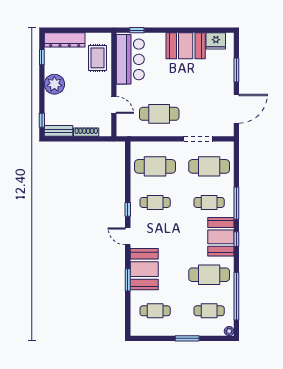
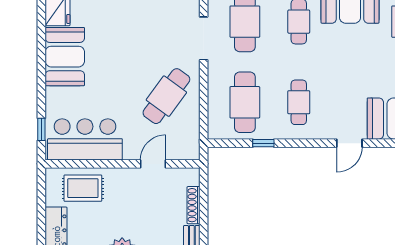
cafe table: (159, 114) -> (166, 96), turned 36
window: (128, 209) -> (263, 143), moved

